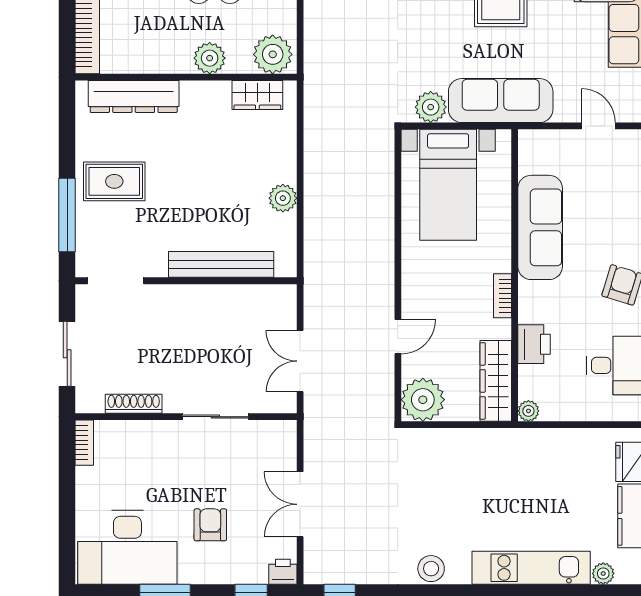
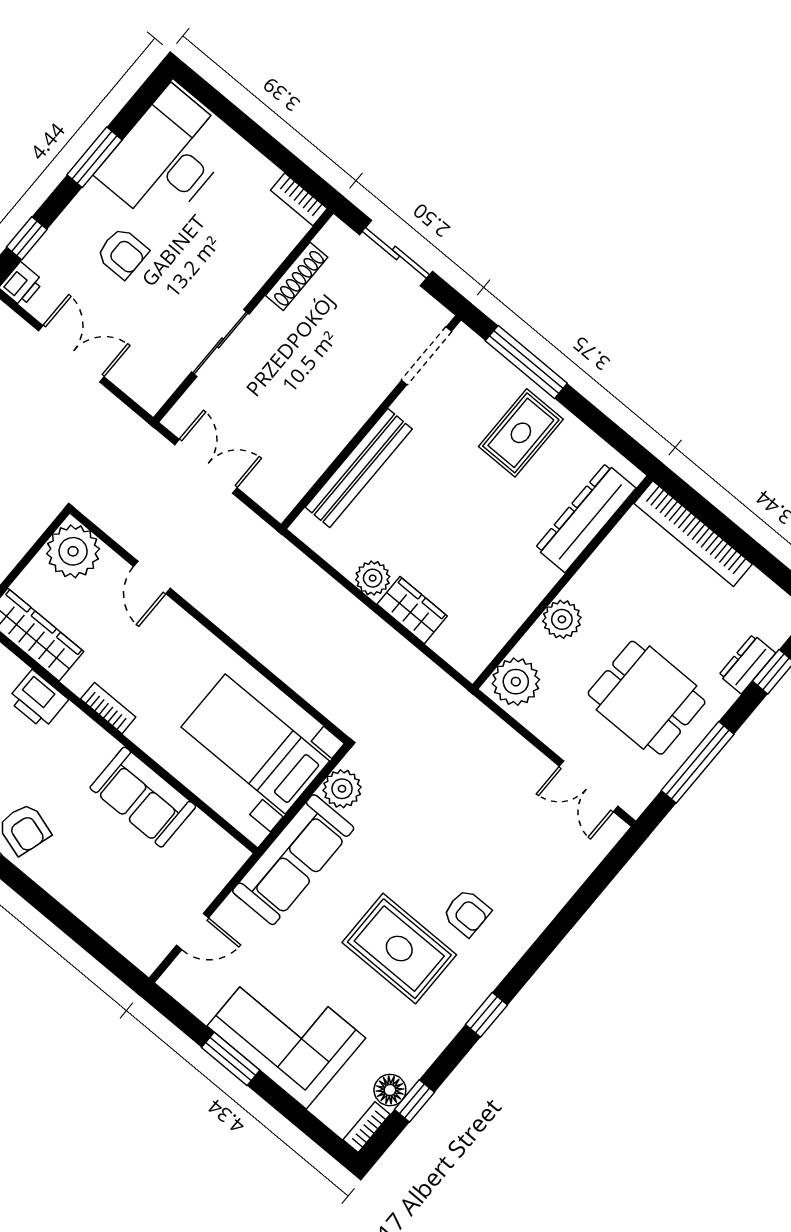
wardrobe: (257, 95) -> (412, 610), moved, turned 90
sofa: (540, 227) -> (143, 797), width x0.73

